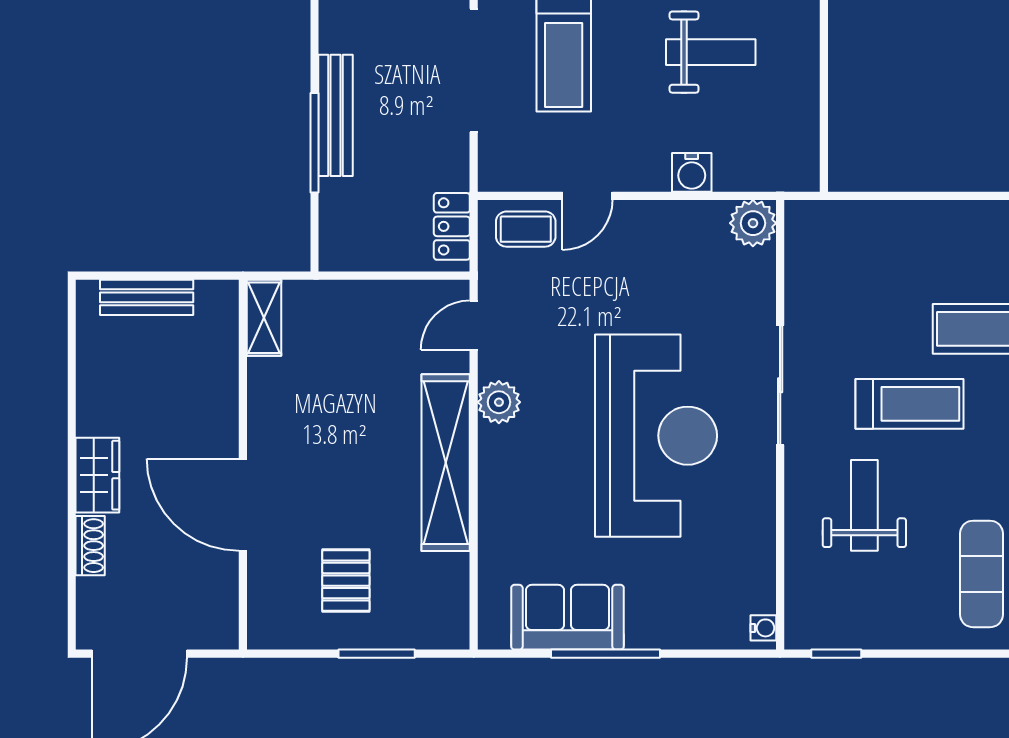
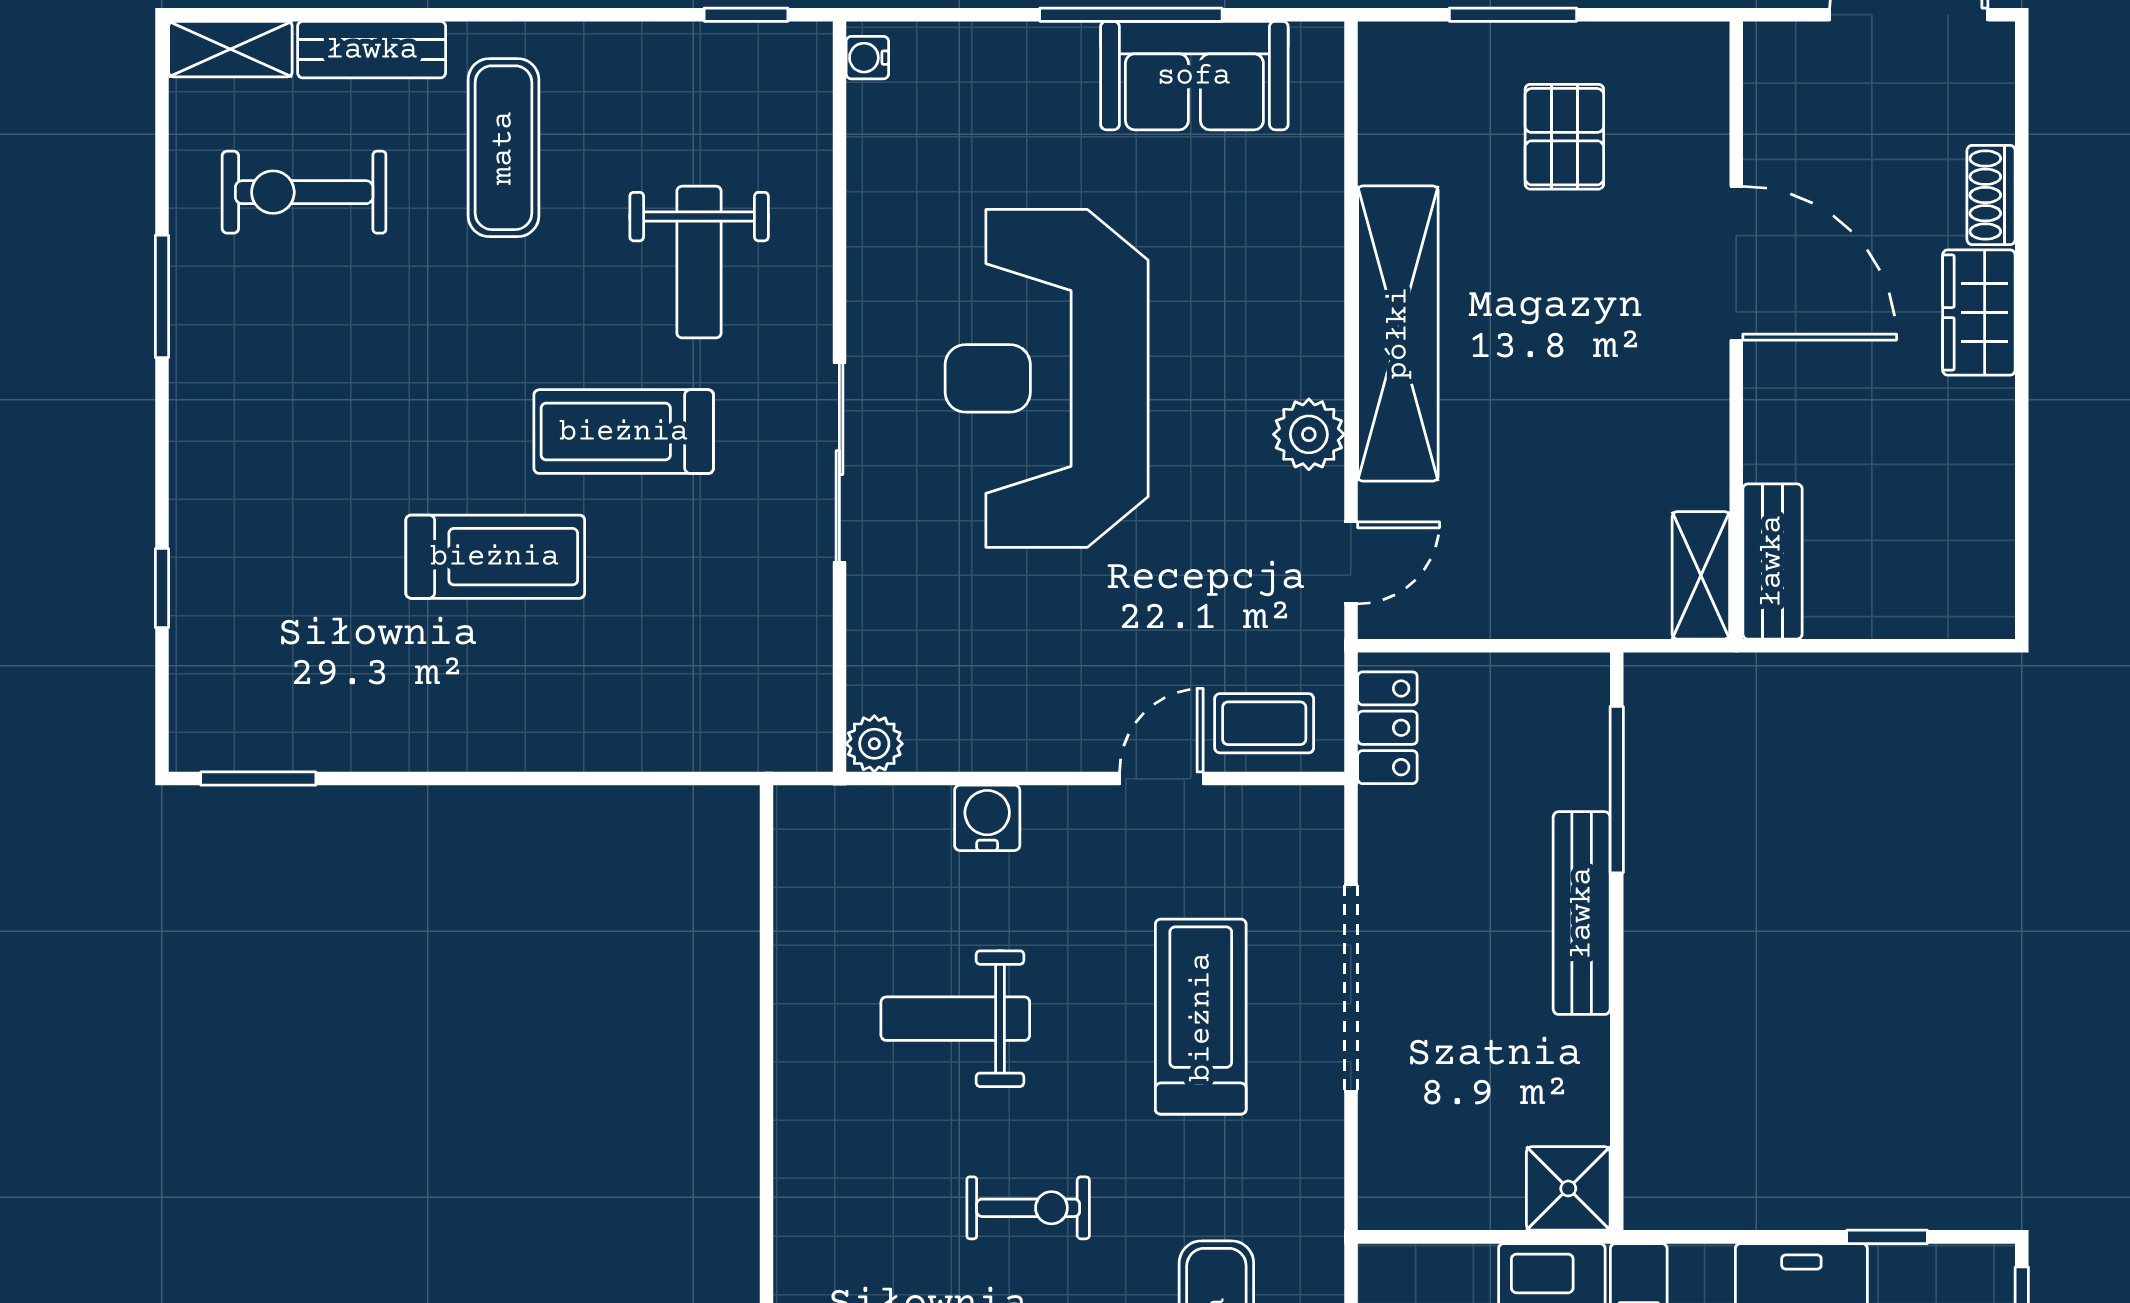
window: (315, 143) -> (1617, 790), moved
plant: (753, 223) -> (874, 744), width x0.73, depth x0.73
bench: (147, 297) -> (1772, 561), moved, turned 90

